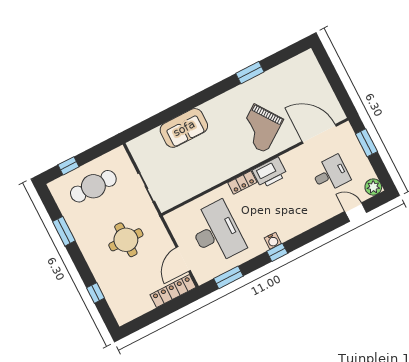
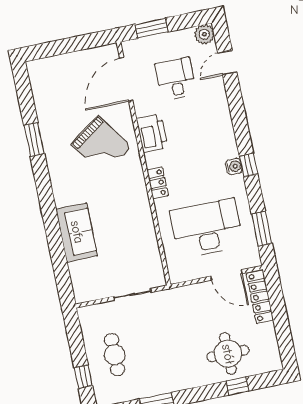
printer: (270, 173) -> (152, 133), moved
cafe table: (93, 186) -> (115, 355), width x0.73, depth x0.74
round table: (126, 240) -> (228, 354), moved

